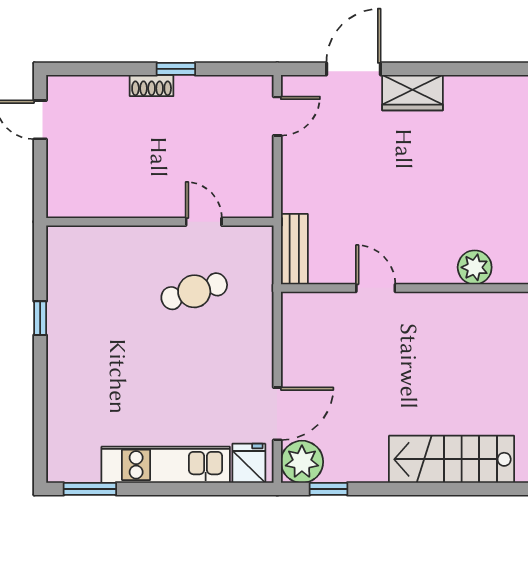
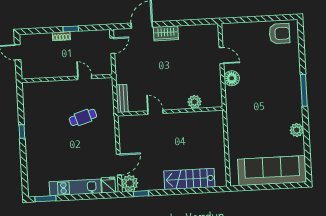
wall: (160, 222) -> (67, 78), moved
door: (204, 222) -> (85, 77), moved

